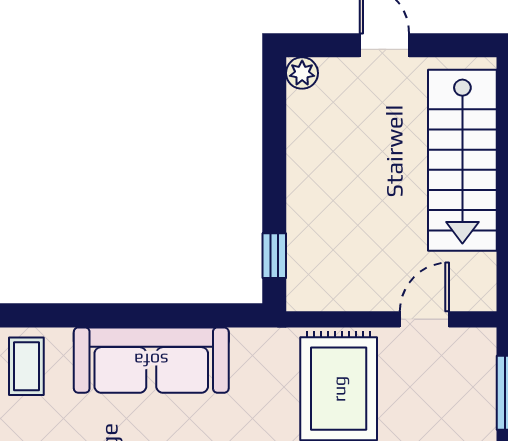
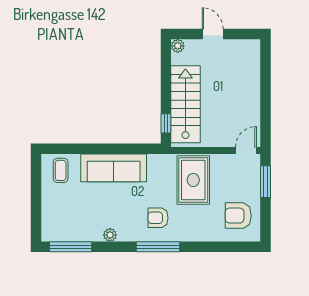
stairs: (462, 160) -> (185, 104), moved, turned 180
door: (424, 319) -> (246, 150), moved

